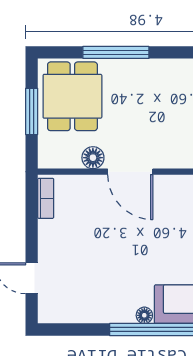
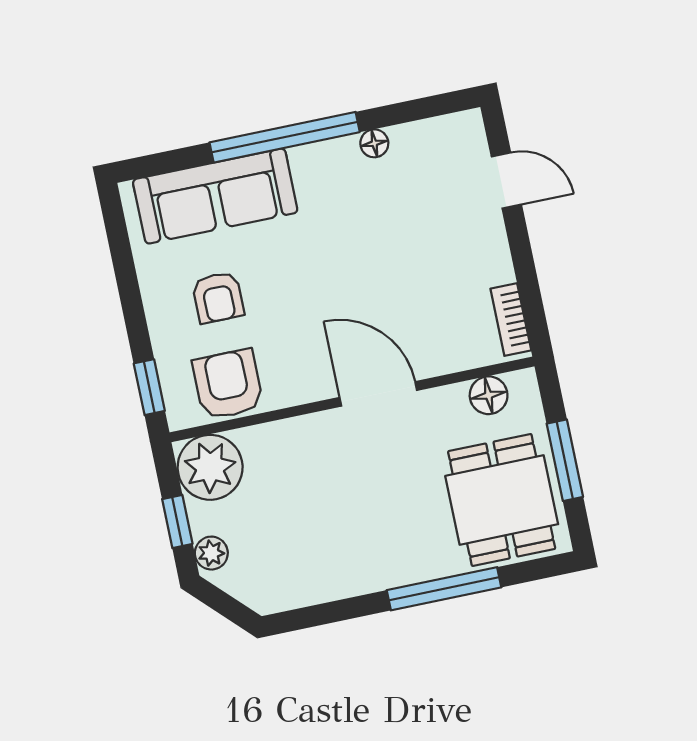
floor lamp: (93, 158) -> (489, 395), moved
floor lamp: (144, 315) -> (374, 143), moved

